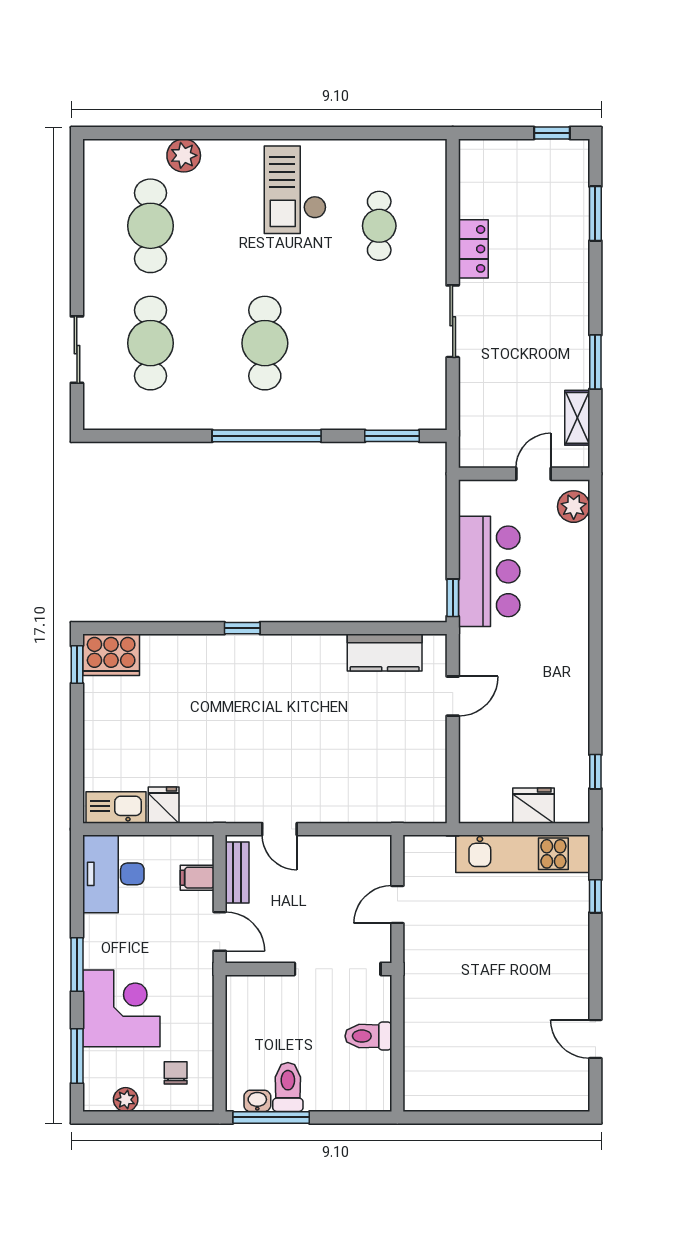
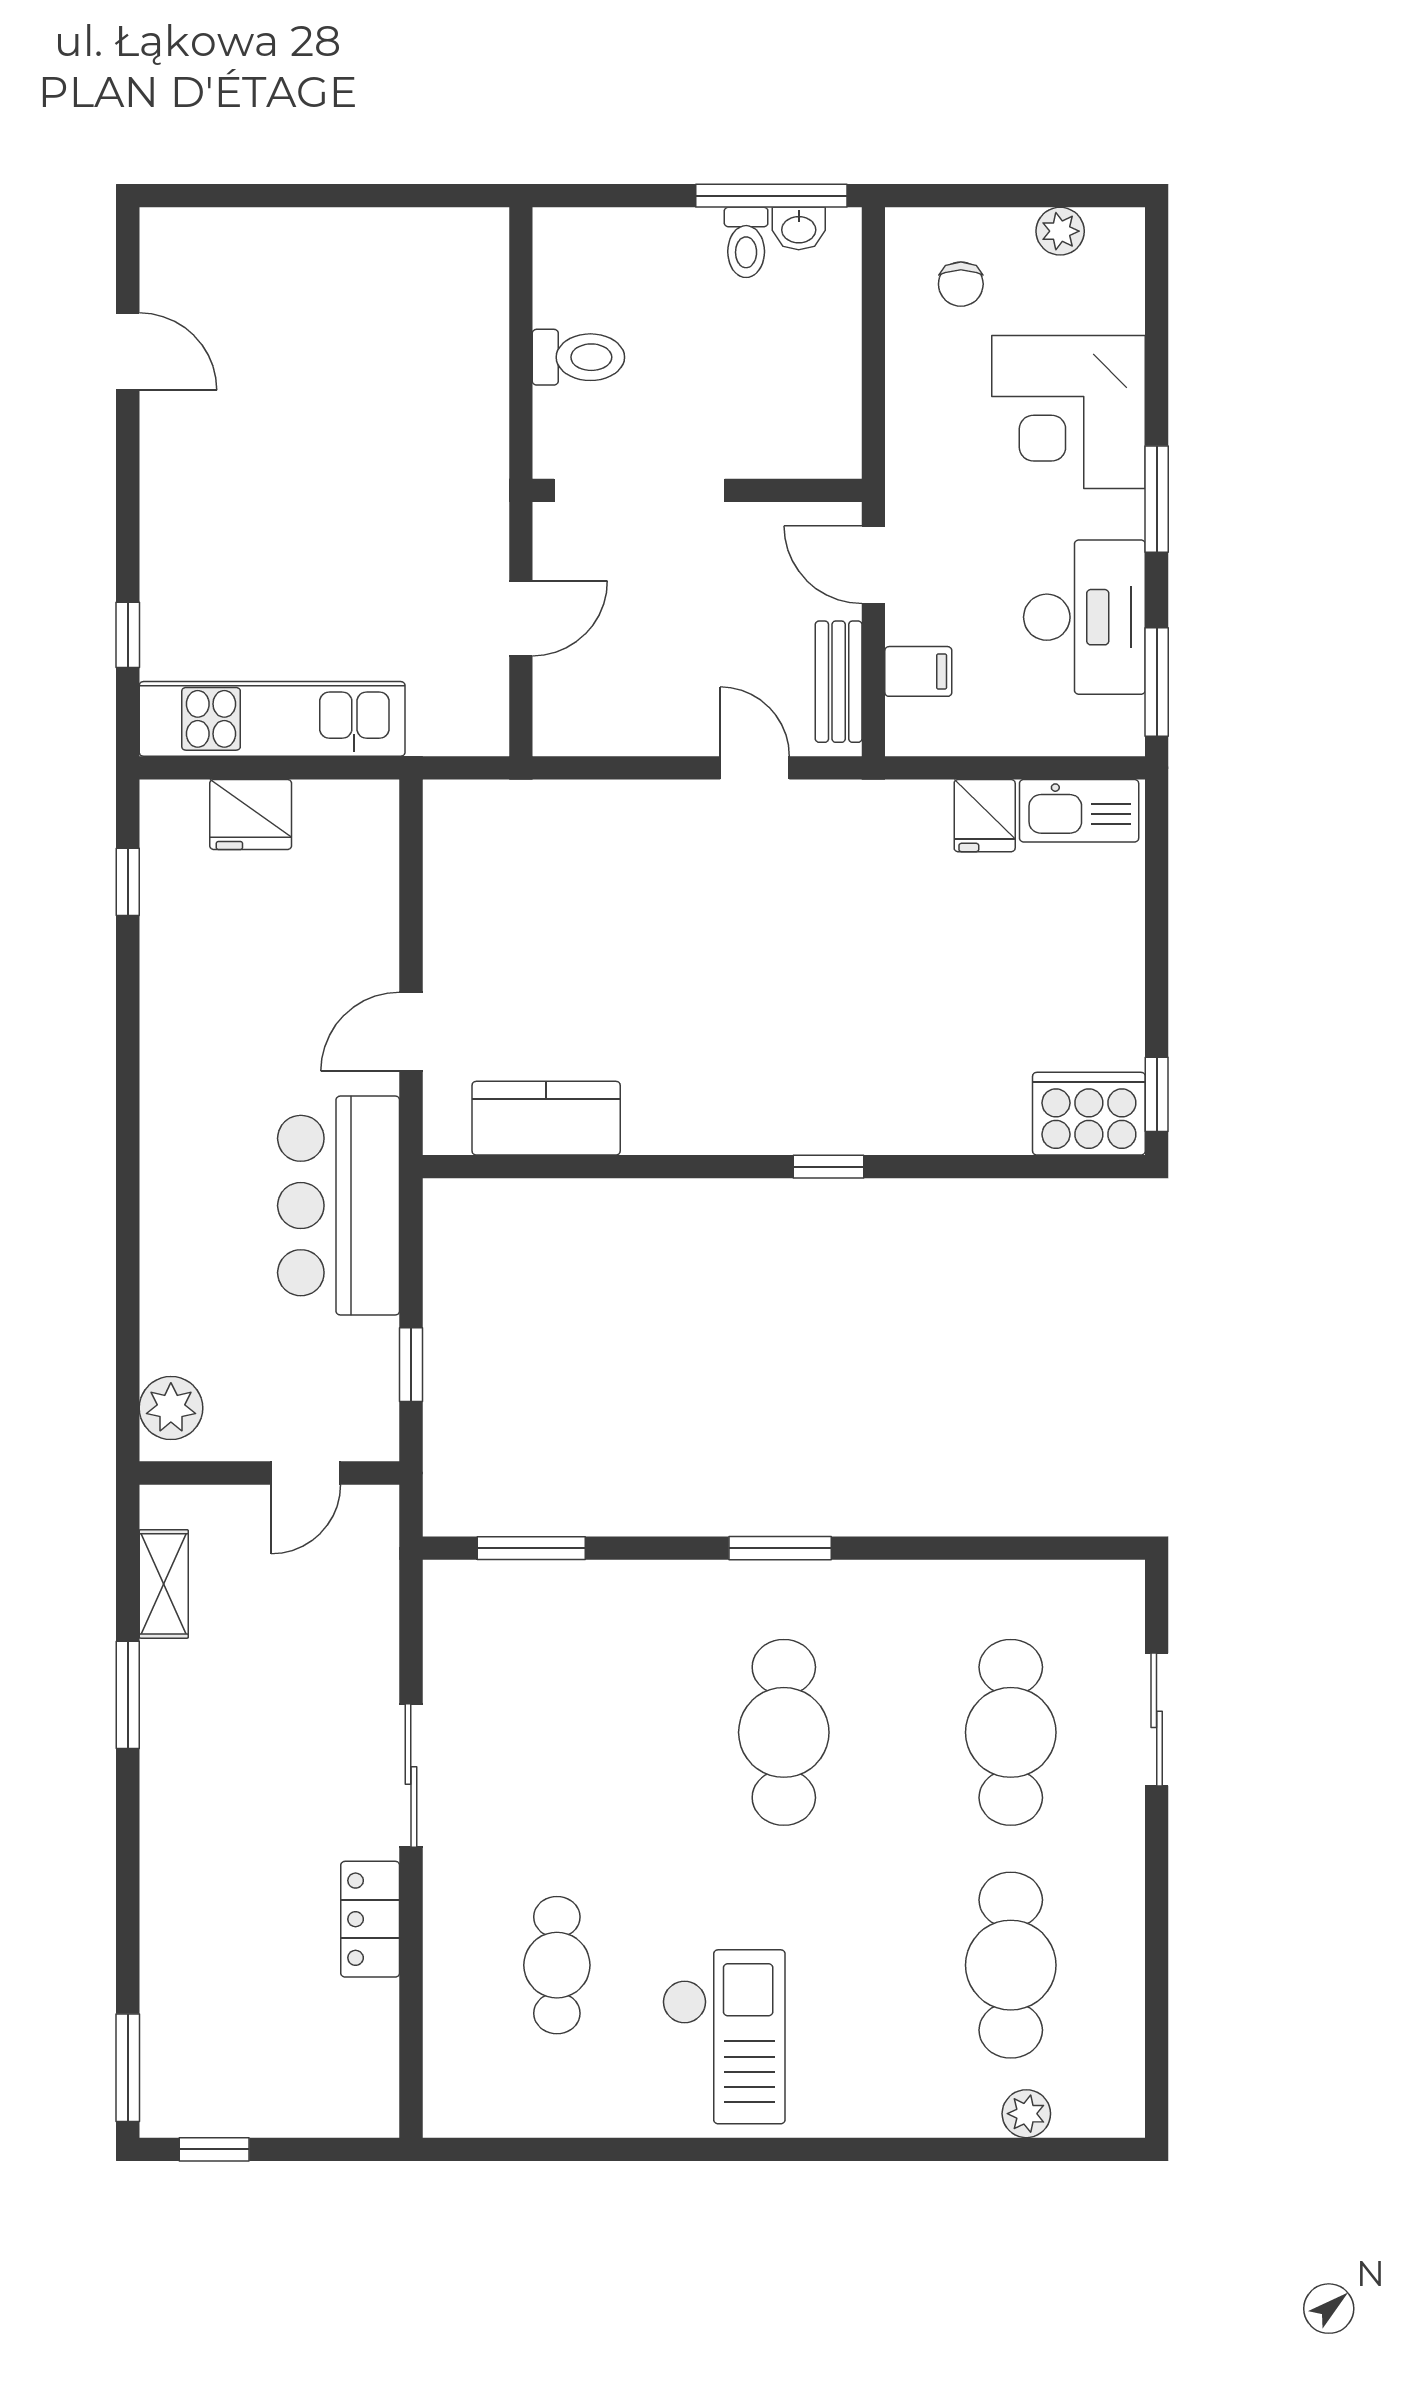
plant: (184, 155) -> (1026, 2114), moved, width x0.73, depth x0.73
window: (595, 214) -> (128, 2068), moved
window: (267, 436) -> (780, 1548), width x0.47
door: (533, 474) -> (306, 1473), moved
bar counter: (489, 571) -> (339, 1206), moved
window: (453, 598) -> (411, 1365), moved
desk: (113, 874) -> (1084, 617), moved
window: (77, 1056) -> (1157, 682), moved
toilet: (288, 1087) -> (746, 242), width x0.73, depth x0.72

